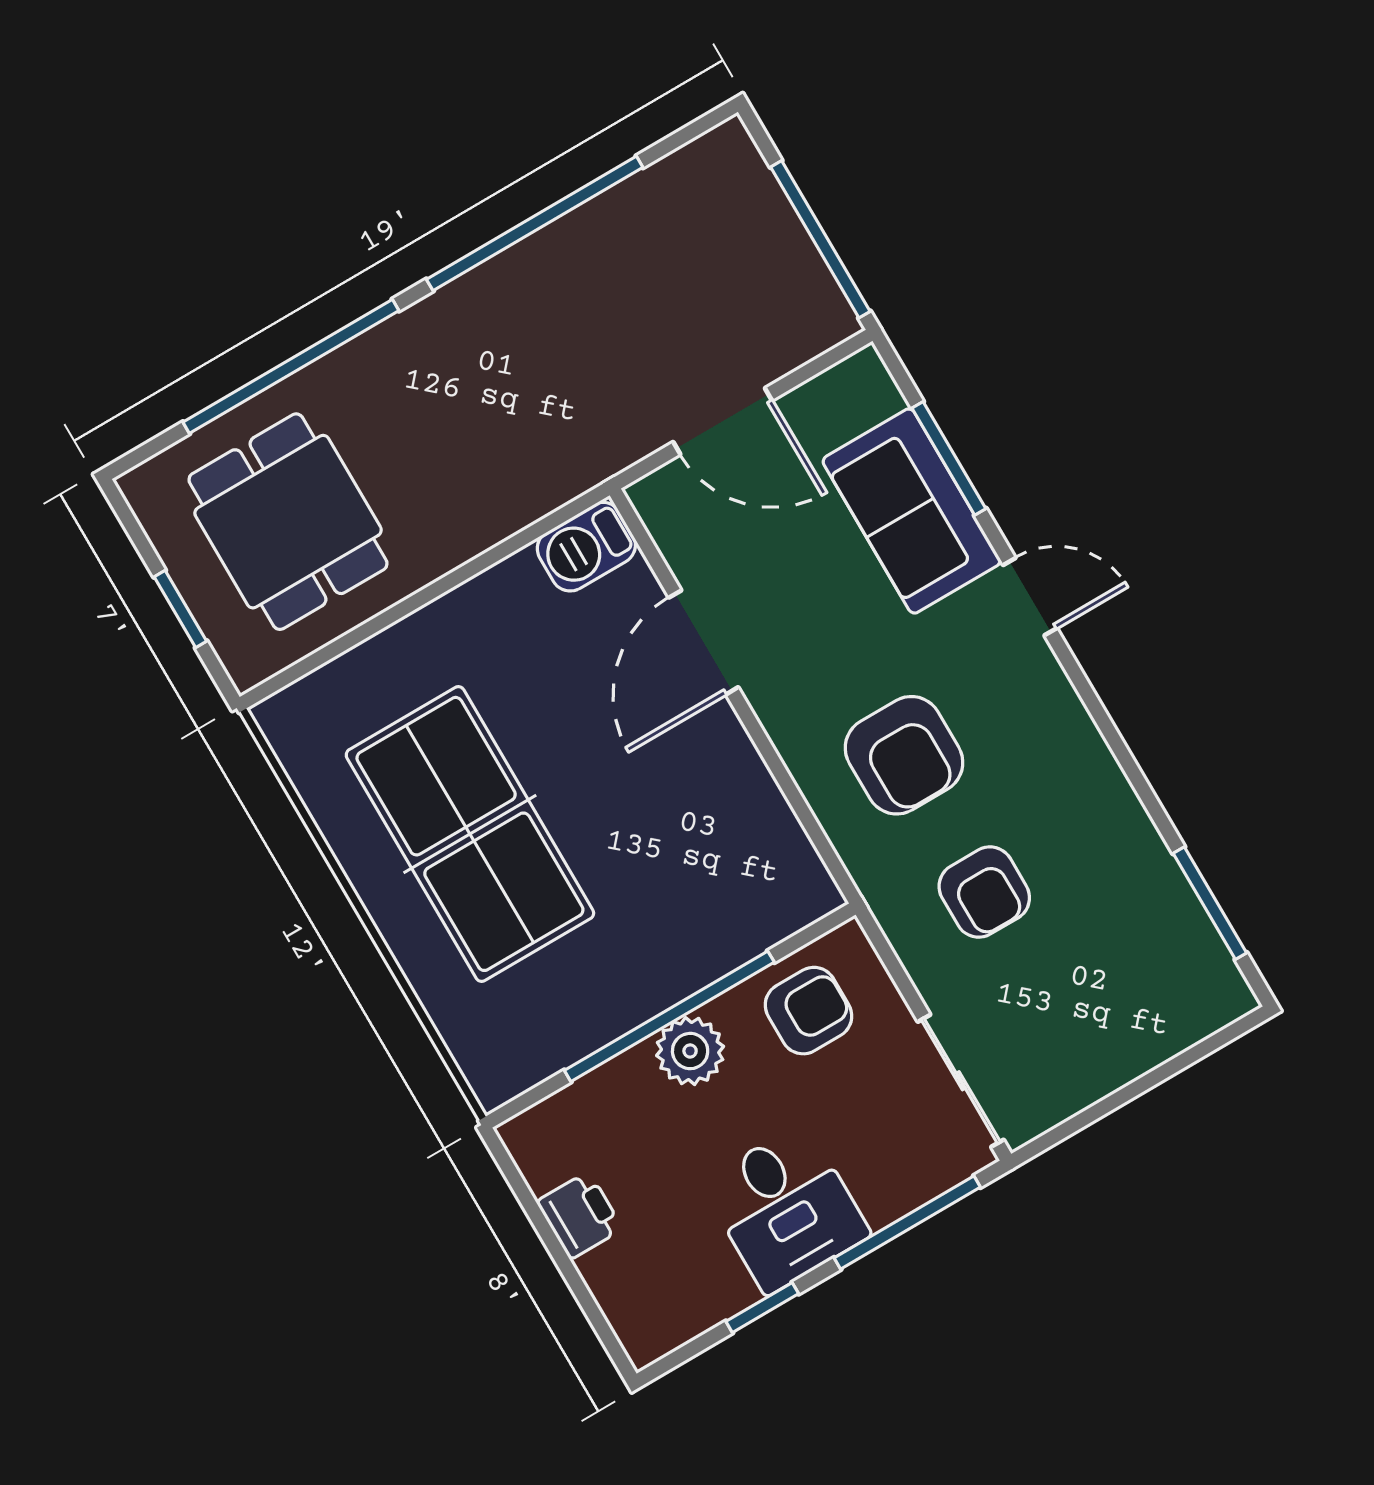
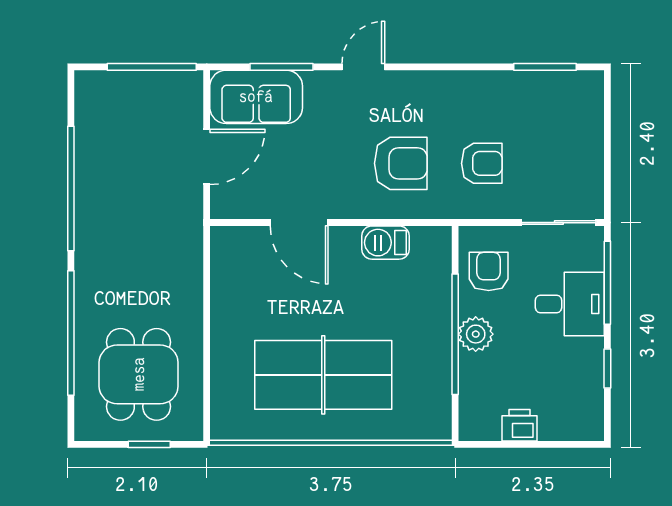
sofa: (912, 511) -> (256, 97), moved
dining table: (288, 522) -> (139, 374), turned 90
barbecue: (586, 547) -> (385, 243), moved, turned 90
desk: (785, 1209) -> (570, 304), moved

